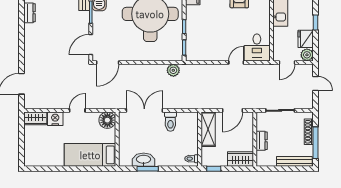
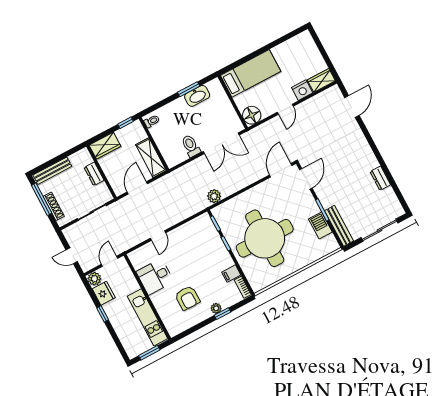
desk: (257, 47) -> (155, 277), moved, turned -90

